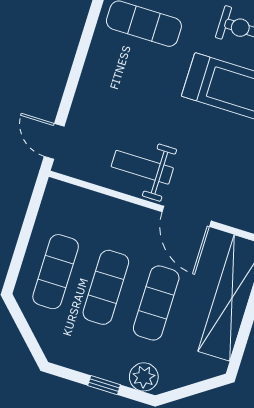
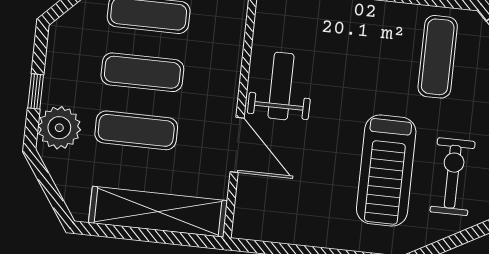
door: (187, 216) -> (237, 145), swing flipped
plant: (144, 377) -> (59, 128), width x1.36, depth x1.36

